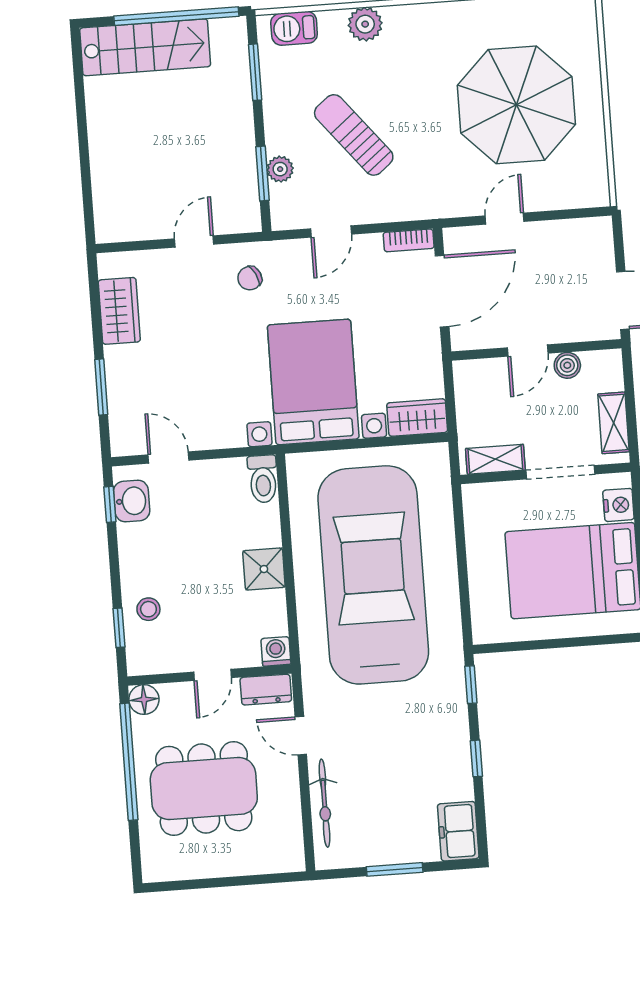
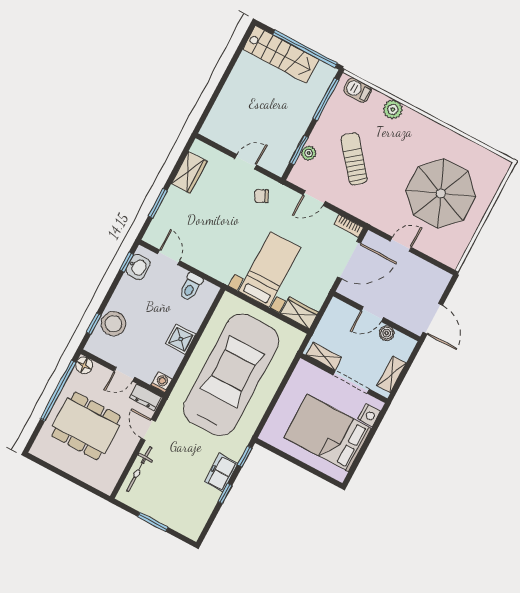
window: (255, 72) -> (326, 99), width x1.44
bed with nightstands: (313, 382) -> (270, 270), width x0.73
toilet: (263, 479) -> (191, 287), moved
stool: (148, 609) -> (113, 324), width x1.89, depth x1.89
freezer: (458, 831) -> (221, 473), moved

